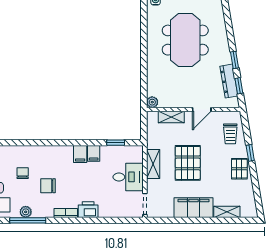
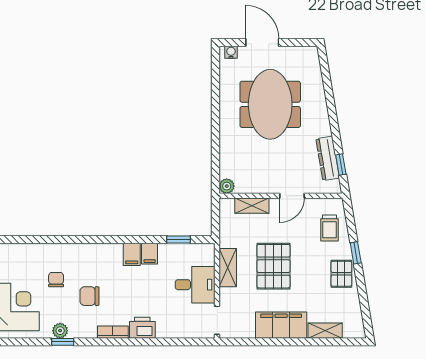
window: (235, 60) -> (335, 131), removed
window: (28, 220) -> (63, 342), width x0.46

